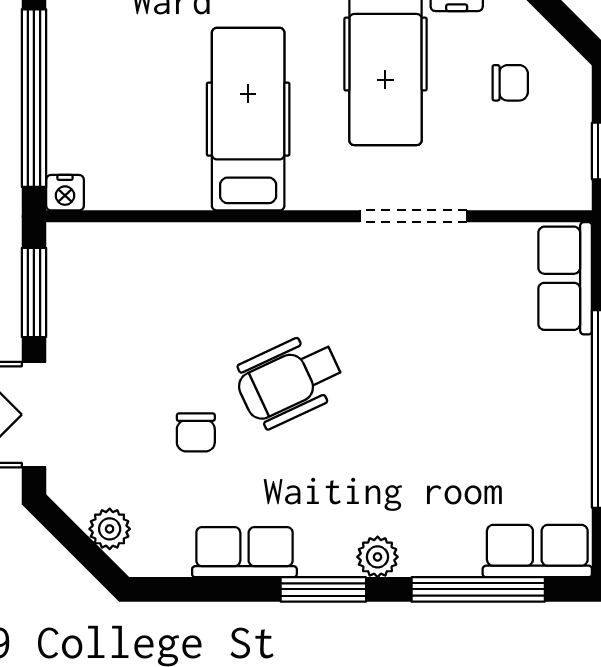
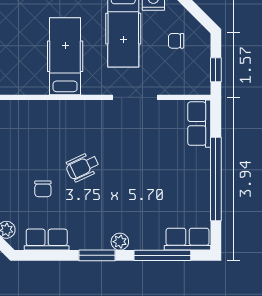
chair: (510, 83) -> (176, 41), turned 180
wheelchair: (290, 380) -> (83, 167), width x0.73, depth x0.73
row of seats: (244, 552) -> (47, 240), moved

